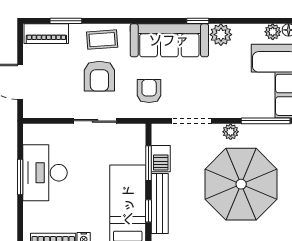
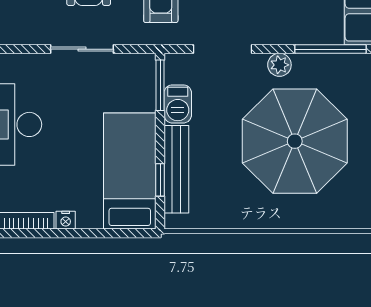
window: (148, 163) -> (160, 85), moved

